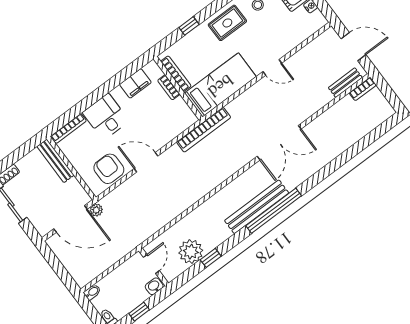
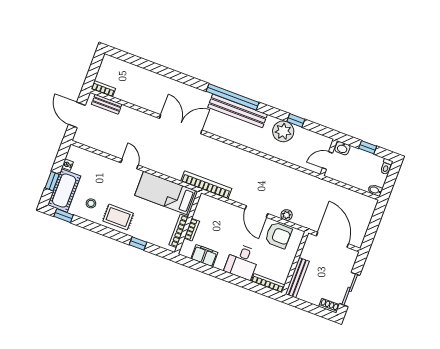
armchair: (109, 169) -> (278, 235), turned -89
plant: (96, 210) -> (287, 215), moved
plant: (191, 252) -> (283, 131), moved

